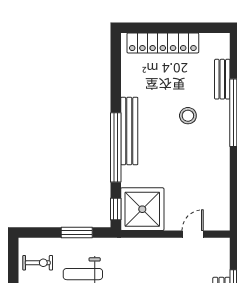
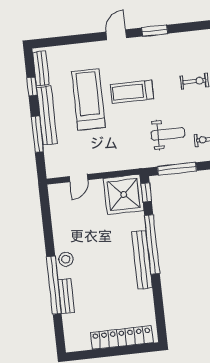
bench: (222, 79) -> (66, 296), moved
stool: (188, 116) -> (66, 259), moved
window: (77, 232) -> (177, 169), width x1.44

